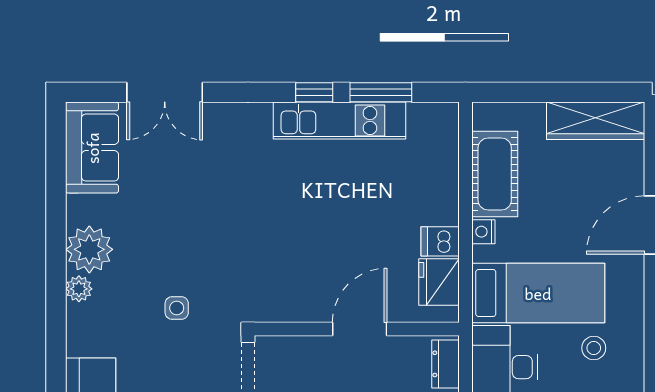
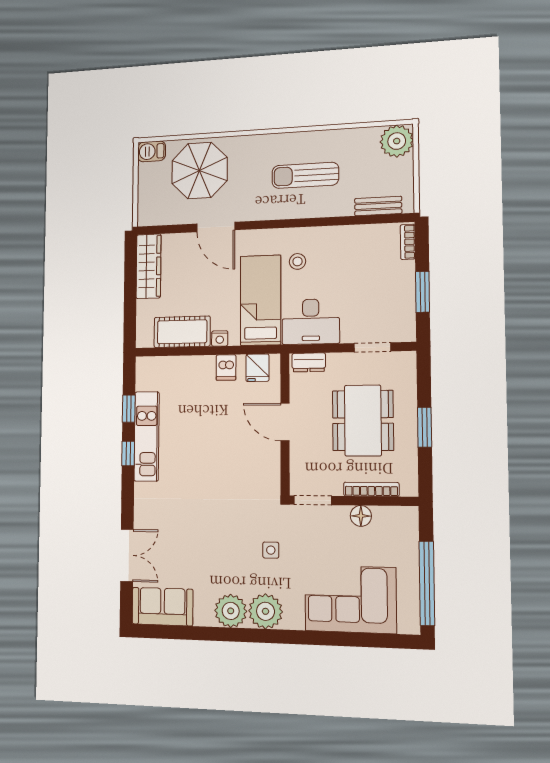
window: (381, 92) -> (129, 409), width x0.67
fridge: (439, 282) -> (257, 368), width x0.72
plant: (79, 289) -> (265, 611), width x1.88, depth x1.88

